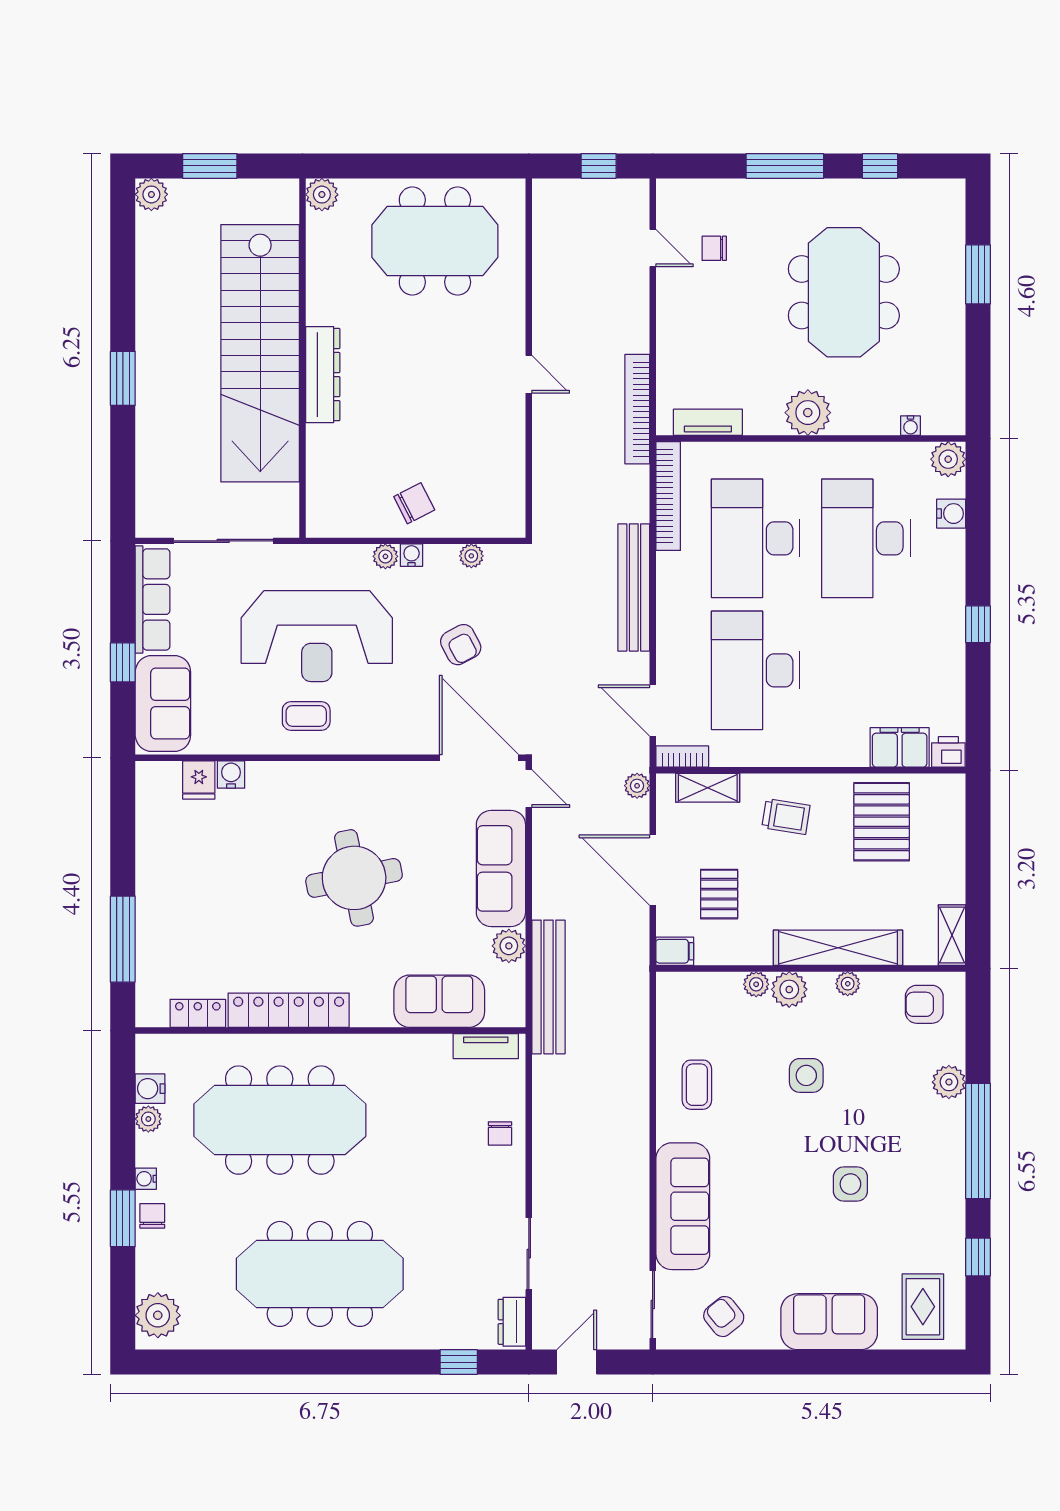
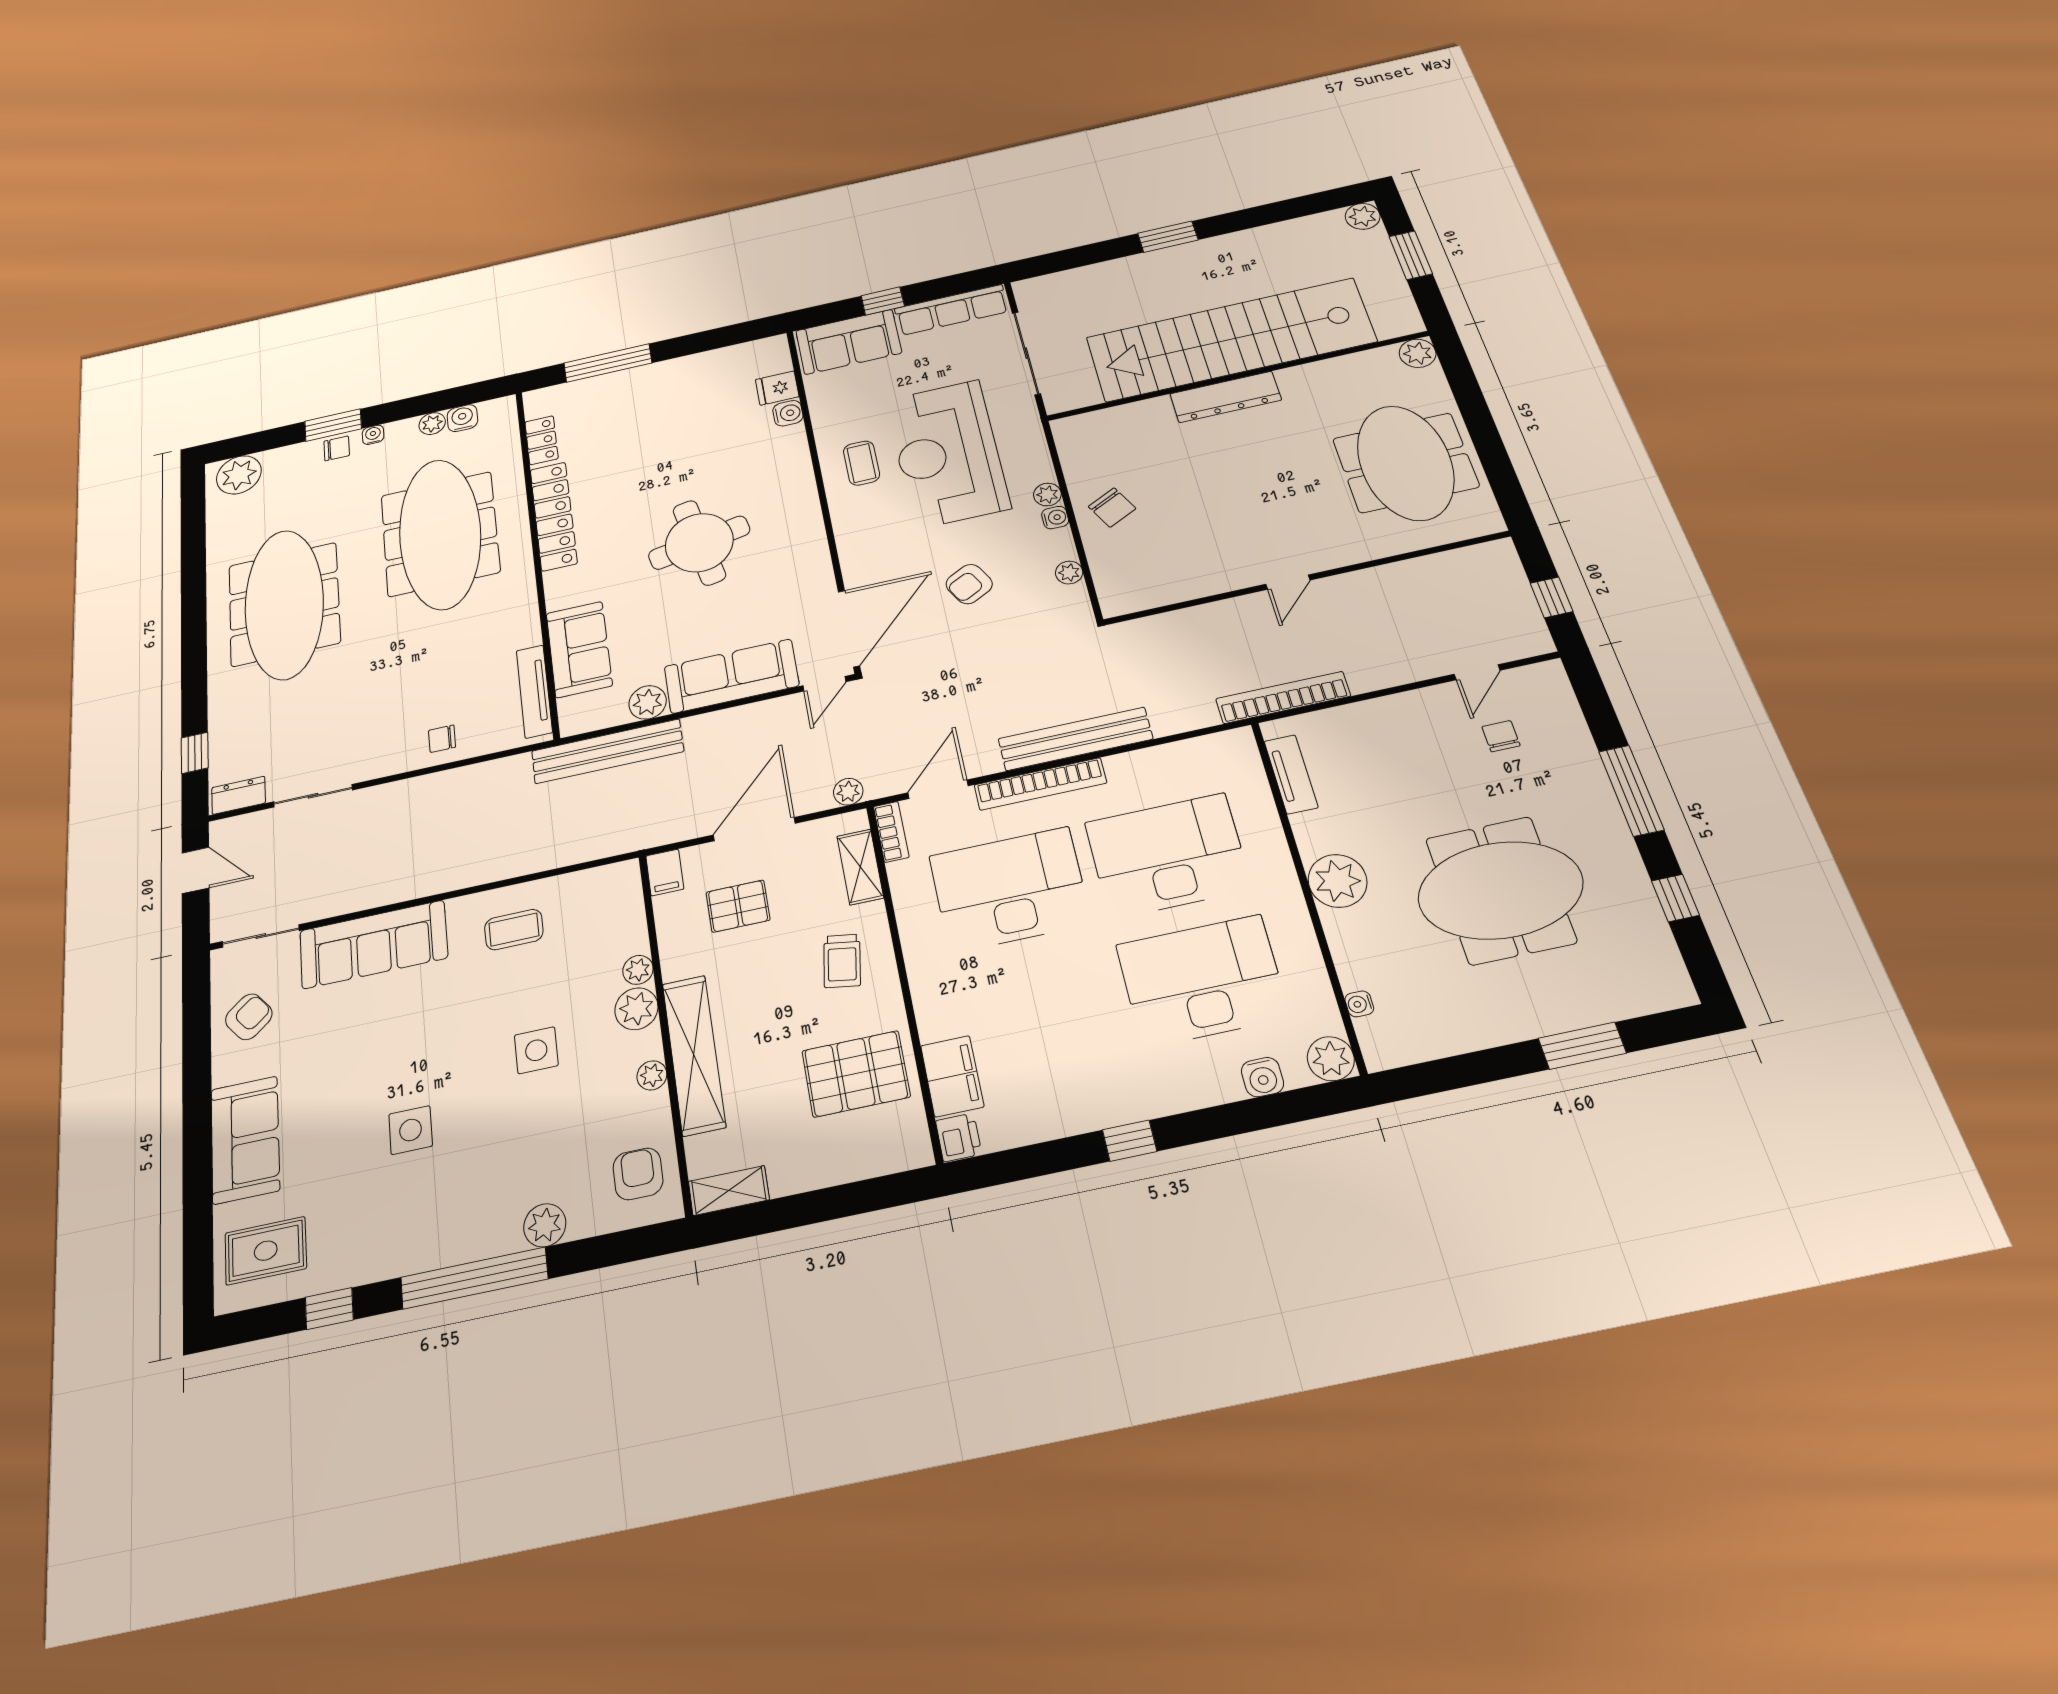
bookcase: (668, 496) -> (1040, 784), moved
tv unit: (486, 1046) -> (534, 691), width x1.41

